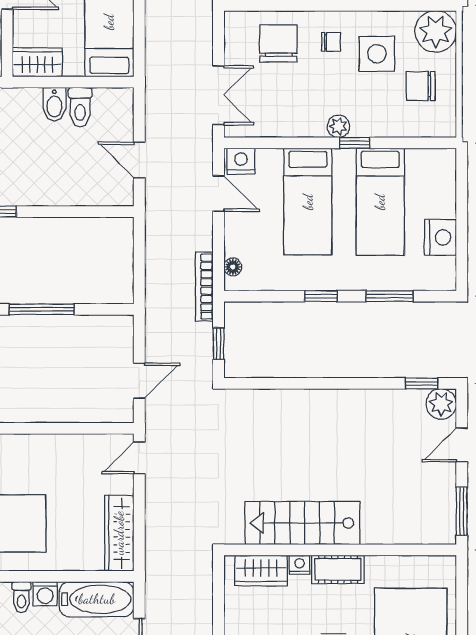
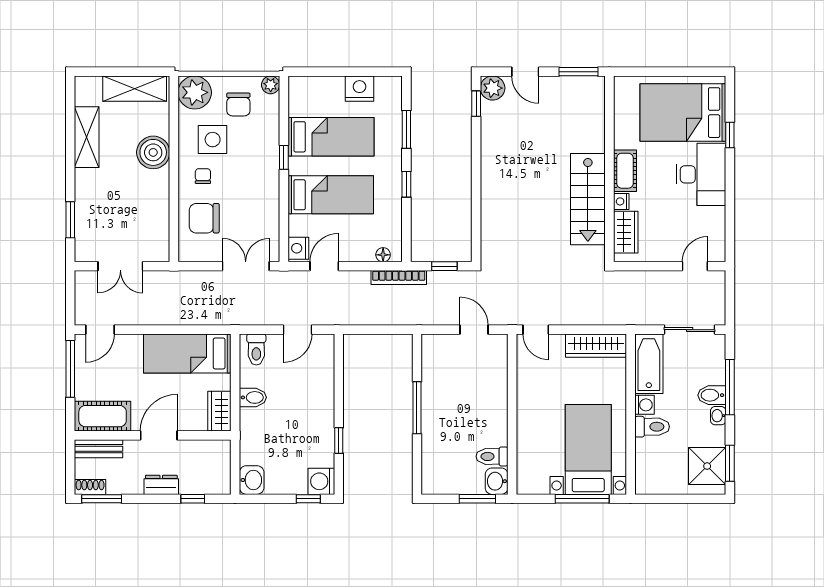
toilet: (80, 107) -> (256, 350), moved, turned 90
plant: (338, 126) -> (271, 85), moved
toilet: (21, 597) -> (652, 427), width x1.37, depth x1.39

